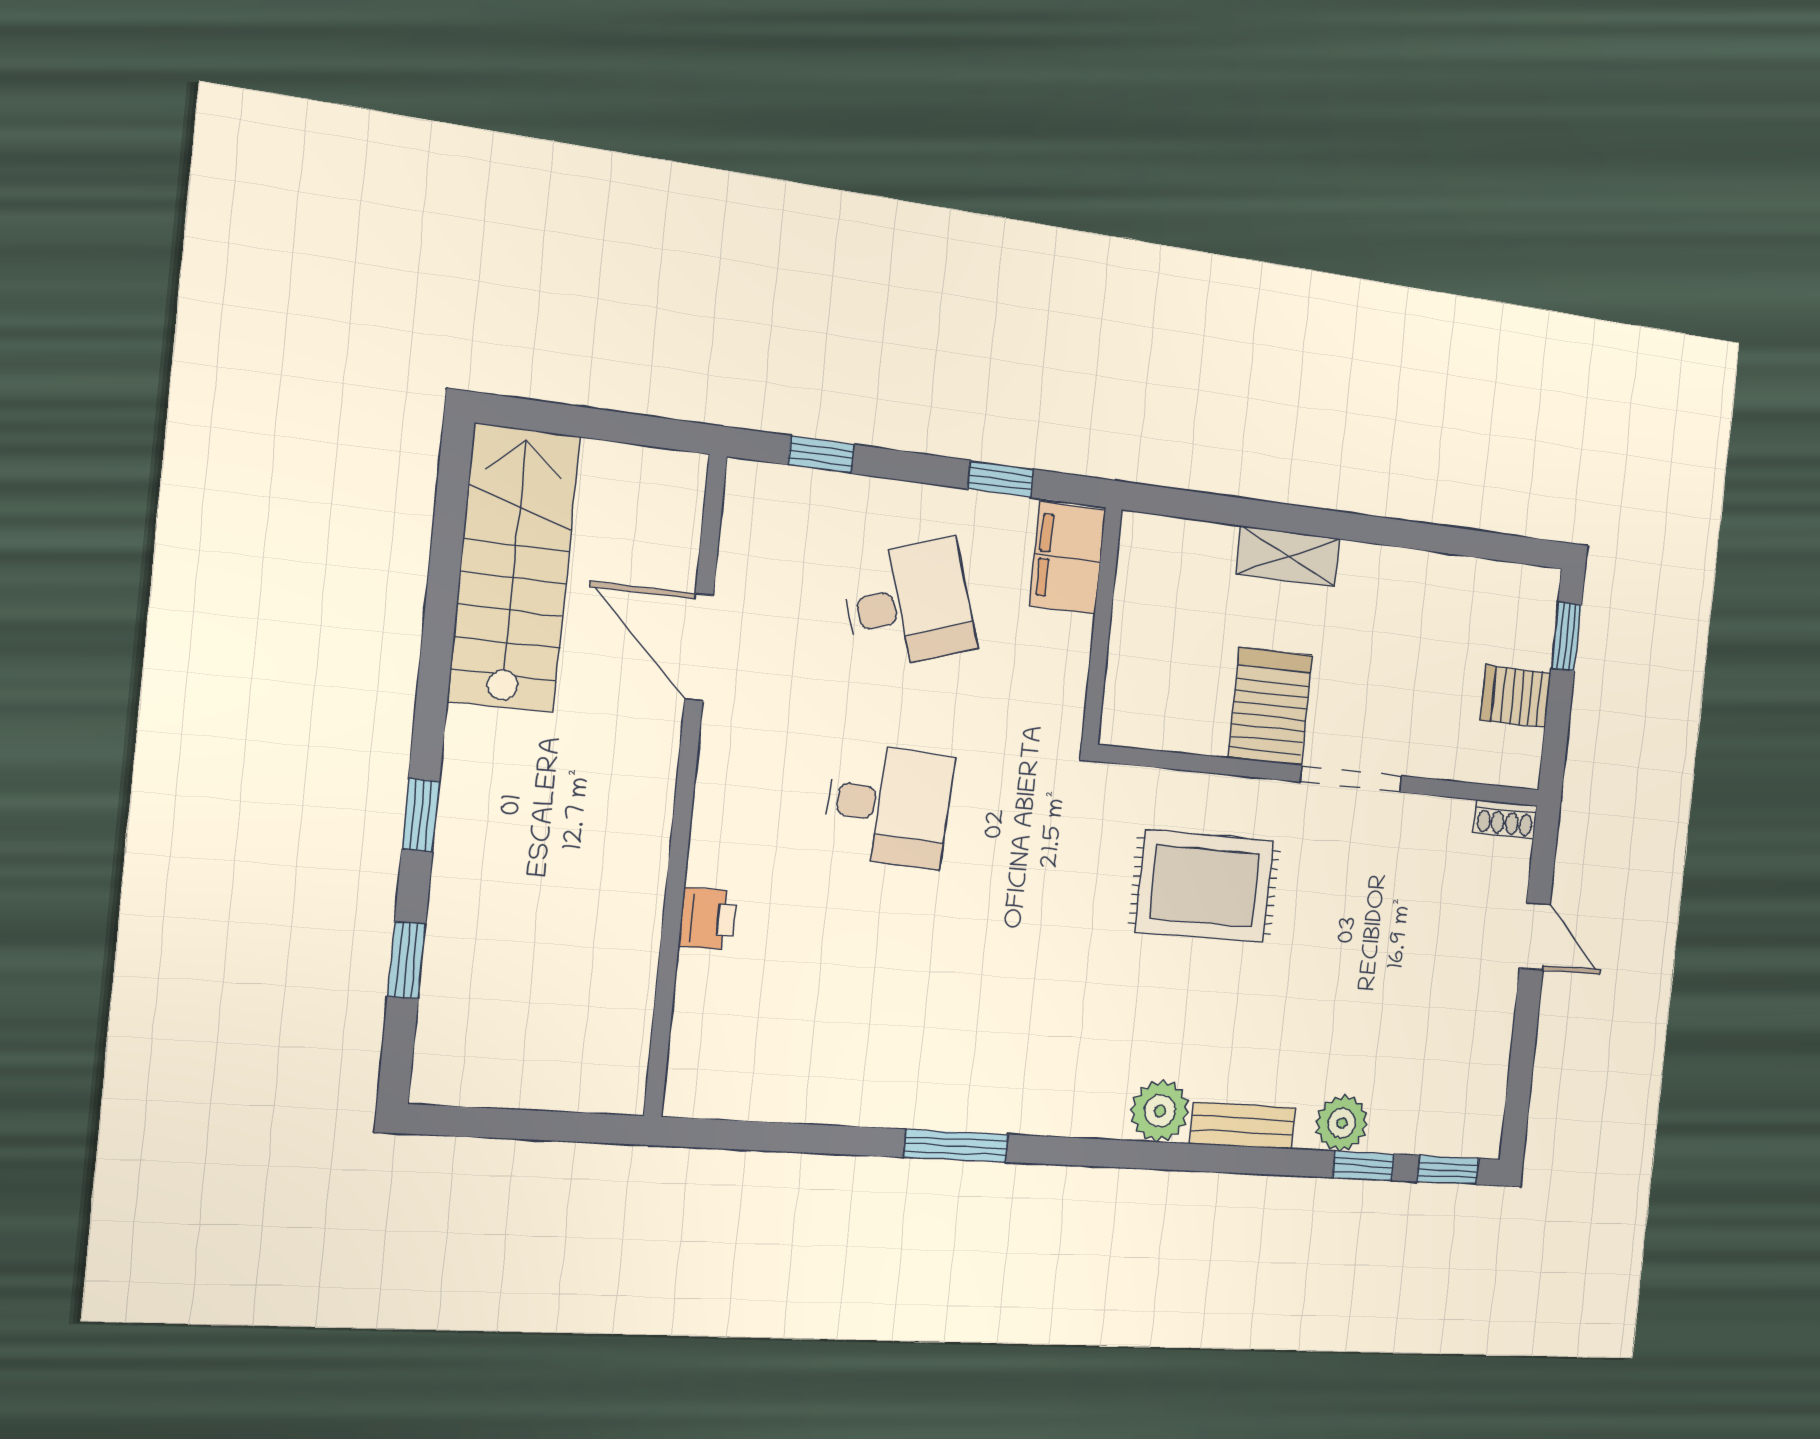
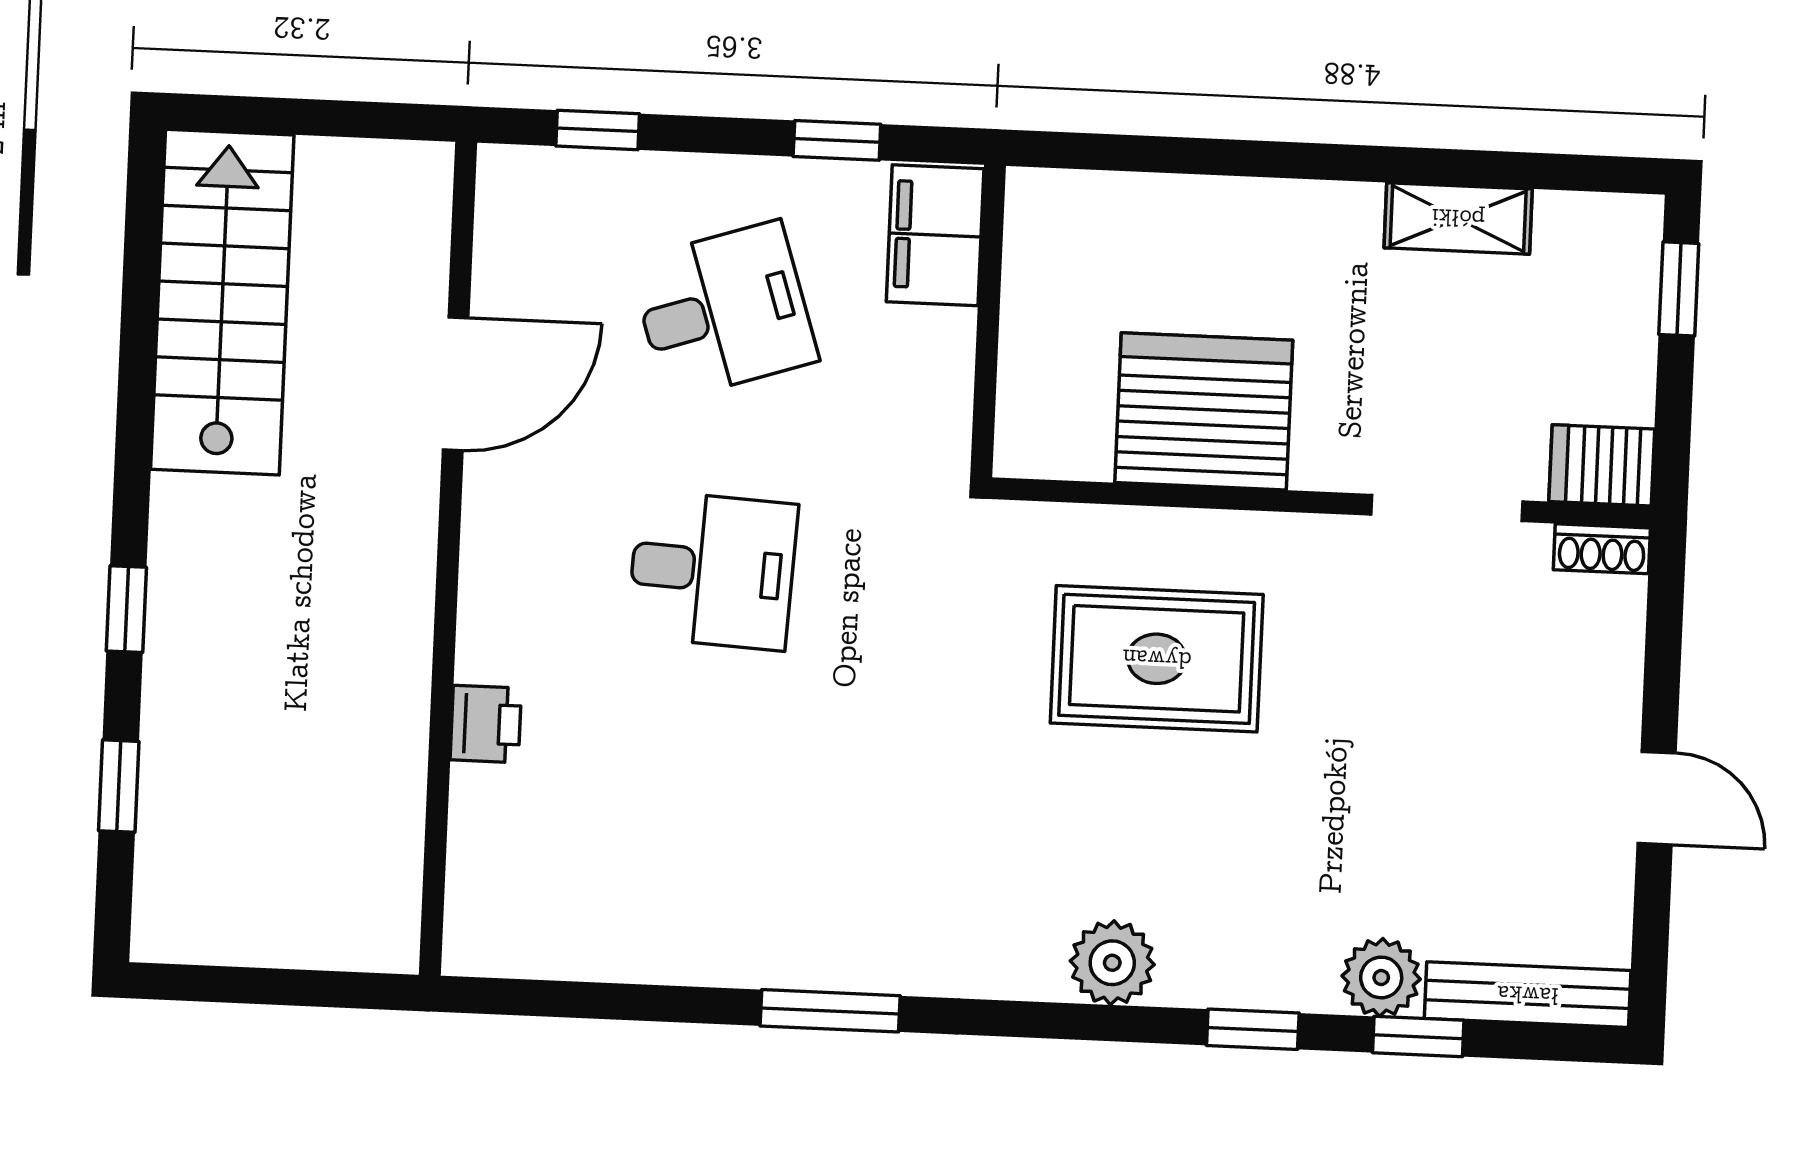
shelving: (1288, 556) -> (1458, 218), moved
door: (699, 647) -> (456, 384), swing flipped
server rack: (1516, 696) -> (1602, 465), moved
server rack: (1270, 707) -> (1204, 411), width x1.60
doorway: (1351, 779) -> (1447, 508), moved
door: (1535, 936) -> (1657, 798), moved
bench: (1243, 1126) -> (1528, 995), moved, width x1.36
window: (1448, 1170) -> (1253, 1029), moved

